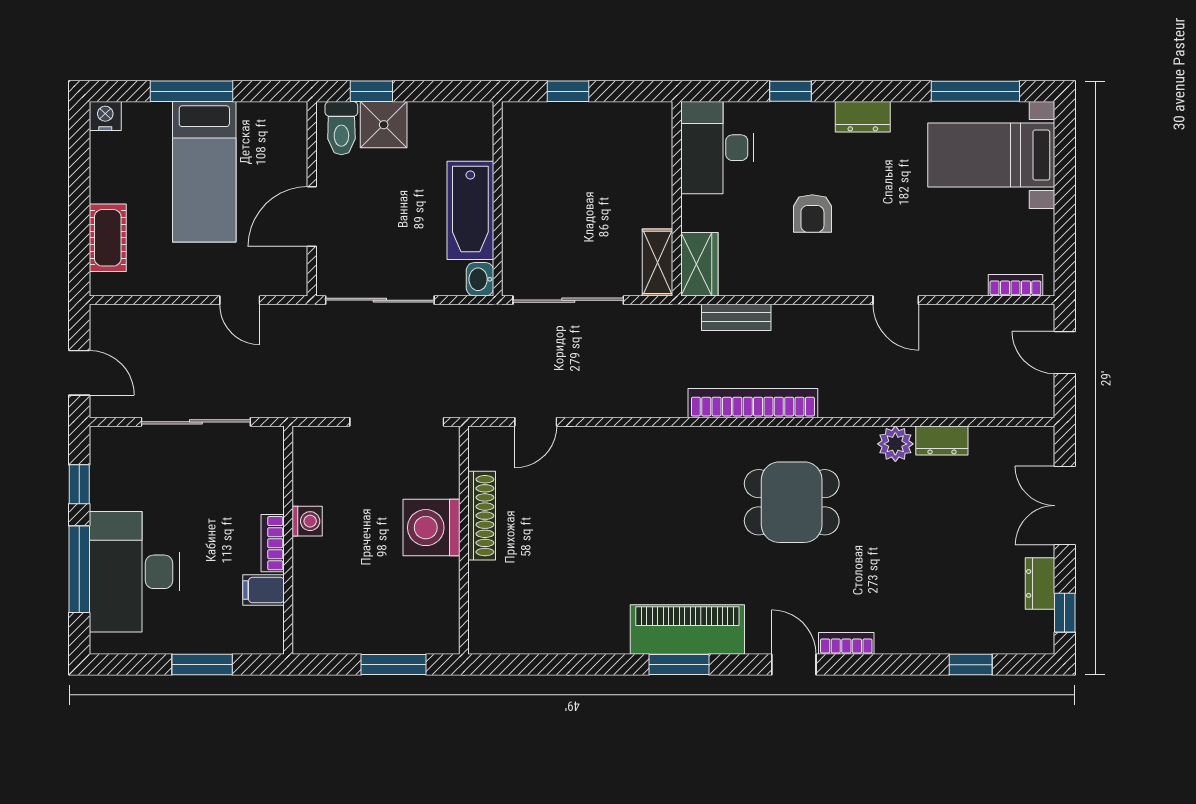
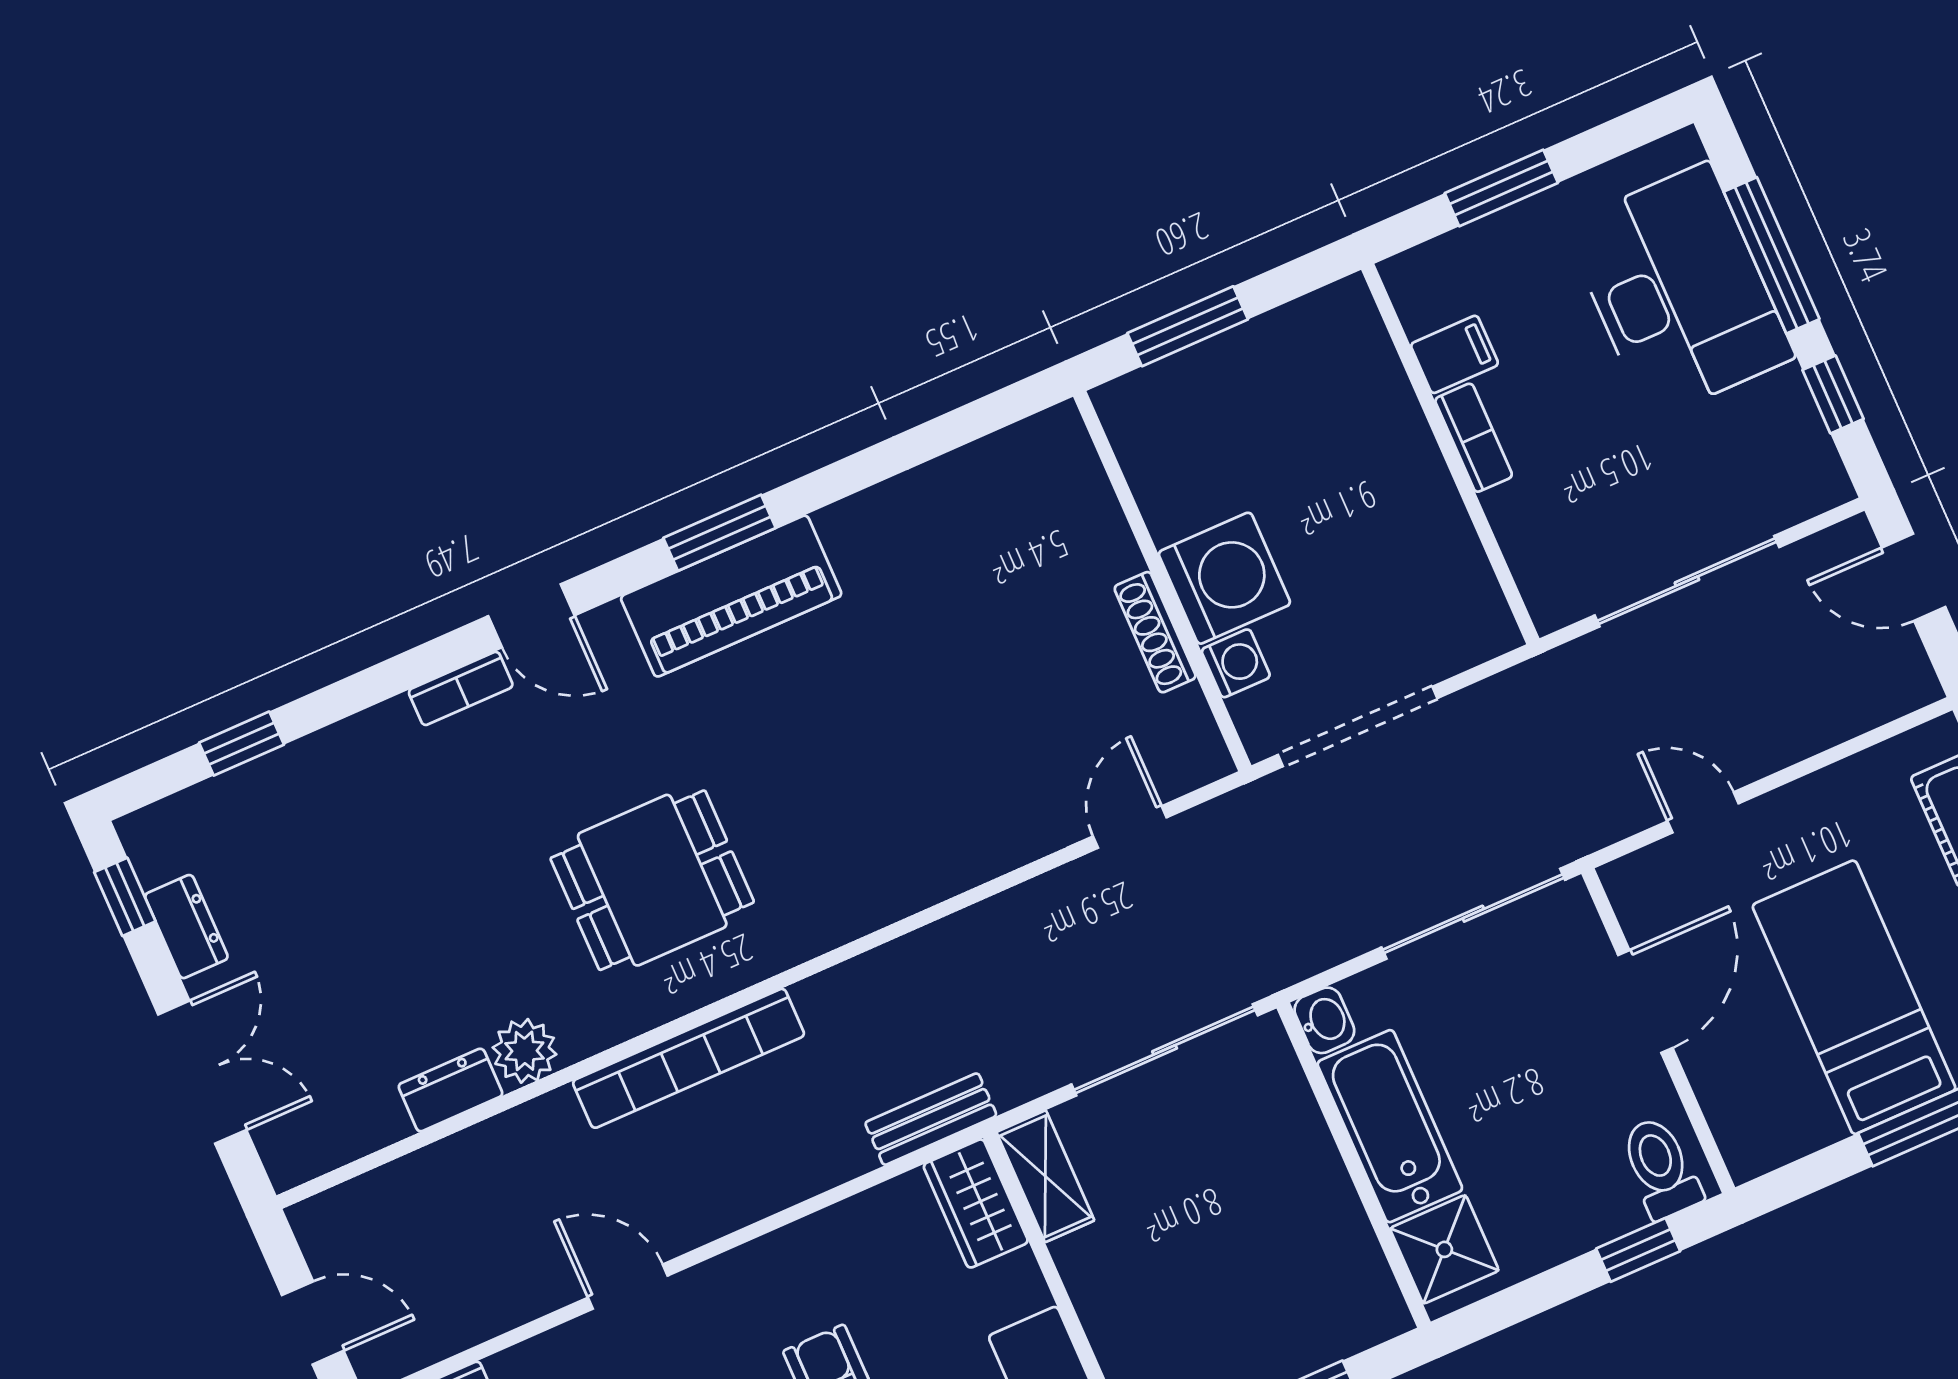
shower: (384, 125) -> (1444, 1249), moved
bench: (736, 317) -> (931, 1119), moved
bookcase: (753, 403) -> (689, 1058), moved
shoe rack: (482, 516) -> (1155, 632), width x0.74, depth x0.81
washing machine: (307, 521) -> (1236, 663), moved, turned 180

